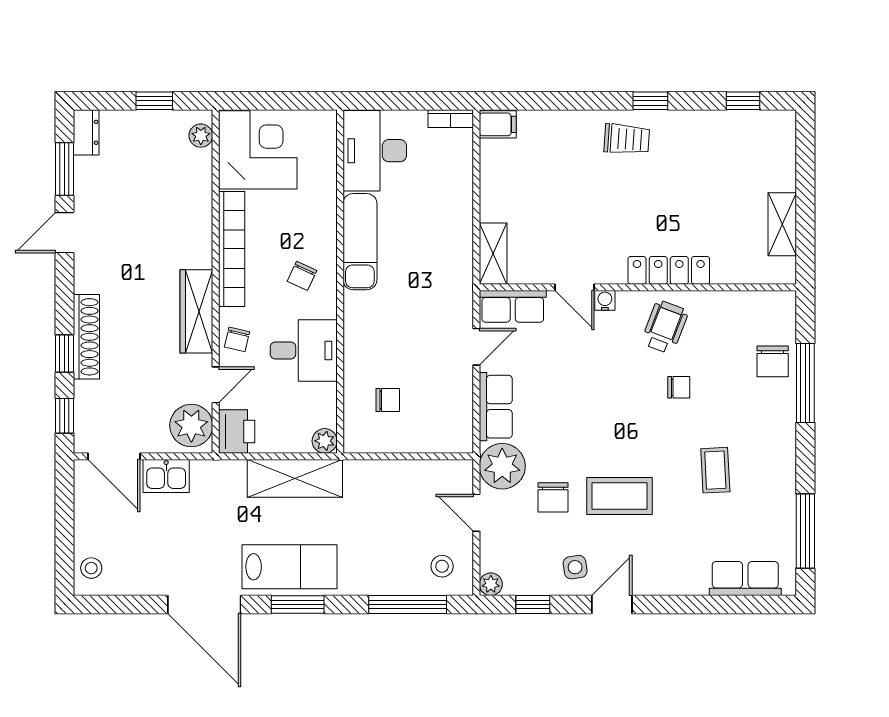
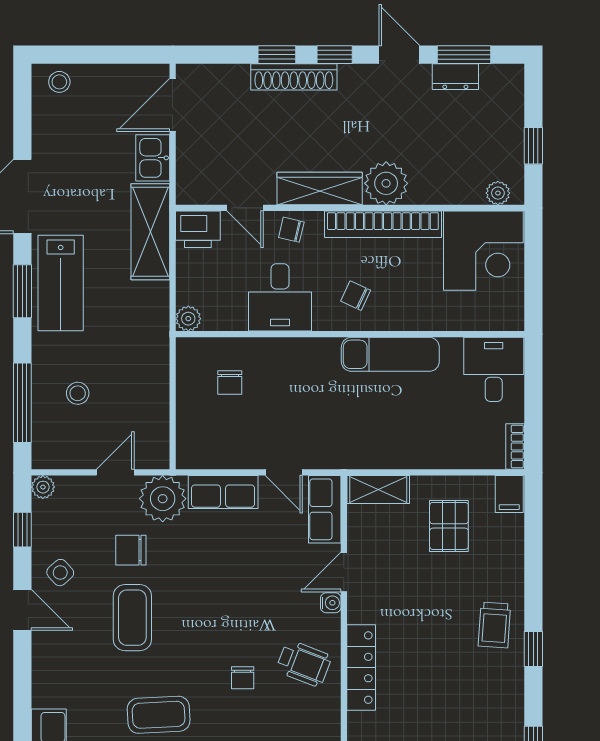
dresser: (86, 132) -> (455, 77), moved
desk: (375, 151) -> (494, 369), width x0.73
pallet: (529, 184) -> (449, 526), added
window: (64, 416) -> (335, 55), moved
plant: (191, 426) -> (386, 183), moved
coffee table: (715, 470) -> (159, 715), width x1.36, depth x1.30
shelving: (295, 478) -> (150, 232), moved
stool: (442, 566) -> (78, 393), moved
side table: (575, 567) -> (60, 573), turned -34

